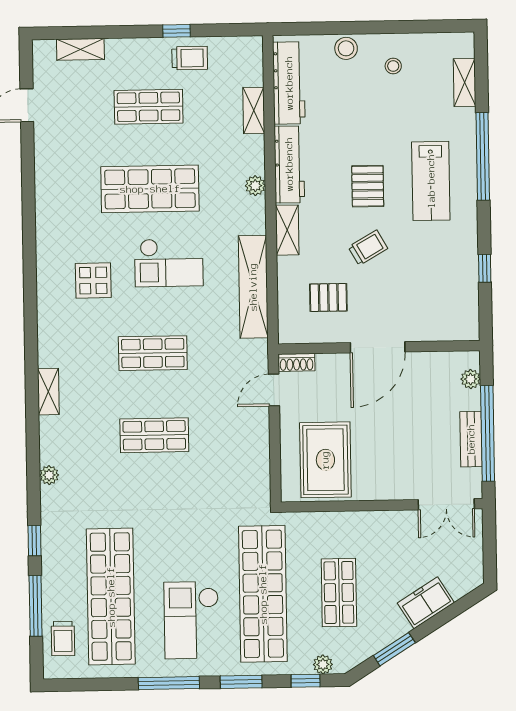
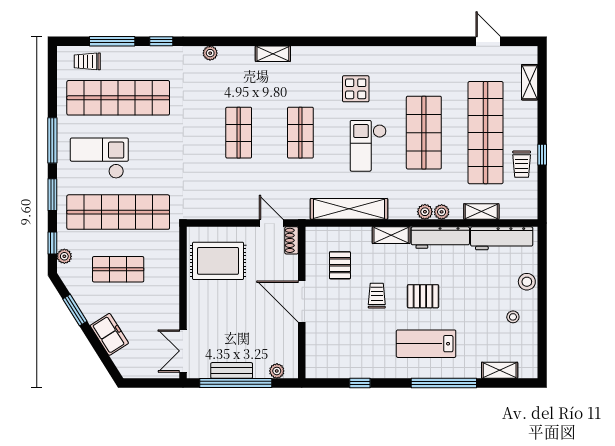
shop shelf: (149, 107) -> (486, 133), width x2.00, depth x1.36
plant: (255, 163) -> (442, 212), added
trolley: (368, 248) -> (377, 296), turned -150

